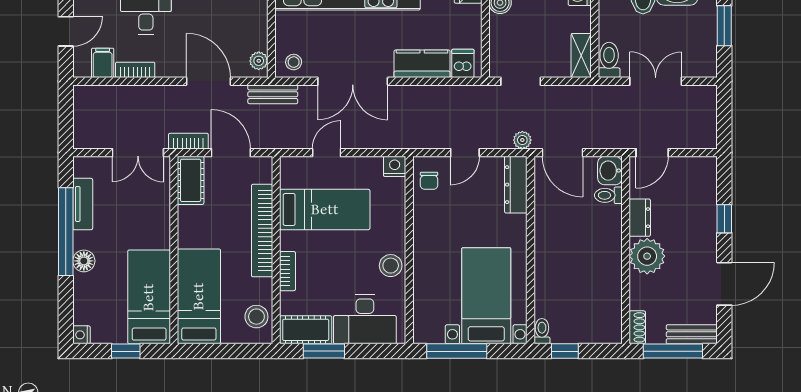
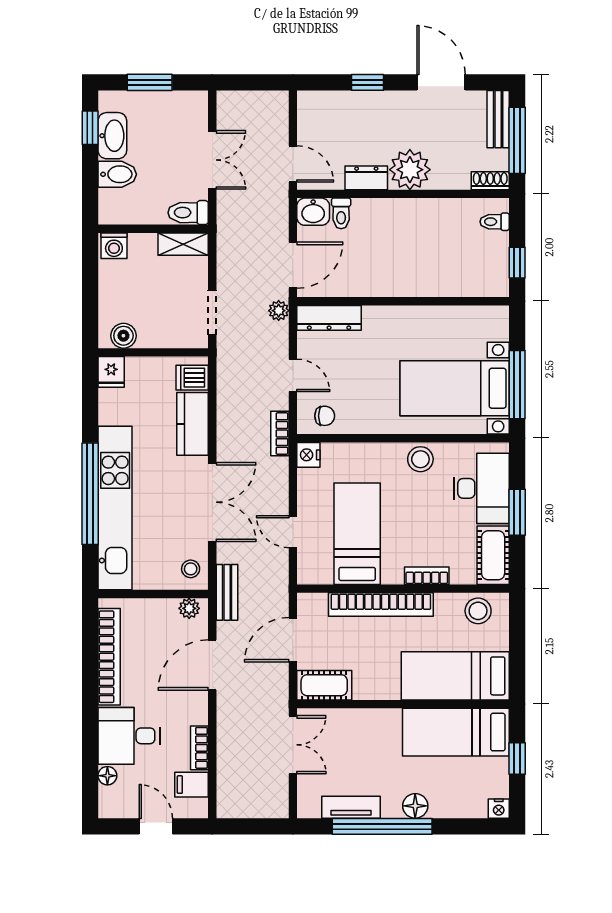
double door: (656, 81) -> (212, 160), swing flipped
bookcase: (188, 141) -> (280, 434), moved
bed with nightstands: (486, 296) -> (455, 388), moved
toilet: (542, 331) -> (495, 222), moved
window: (324, 351) -> (517, 512), moved

